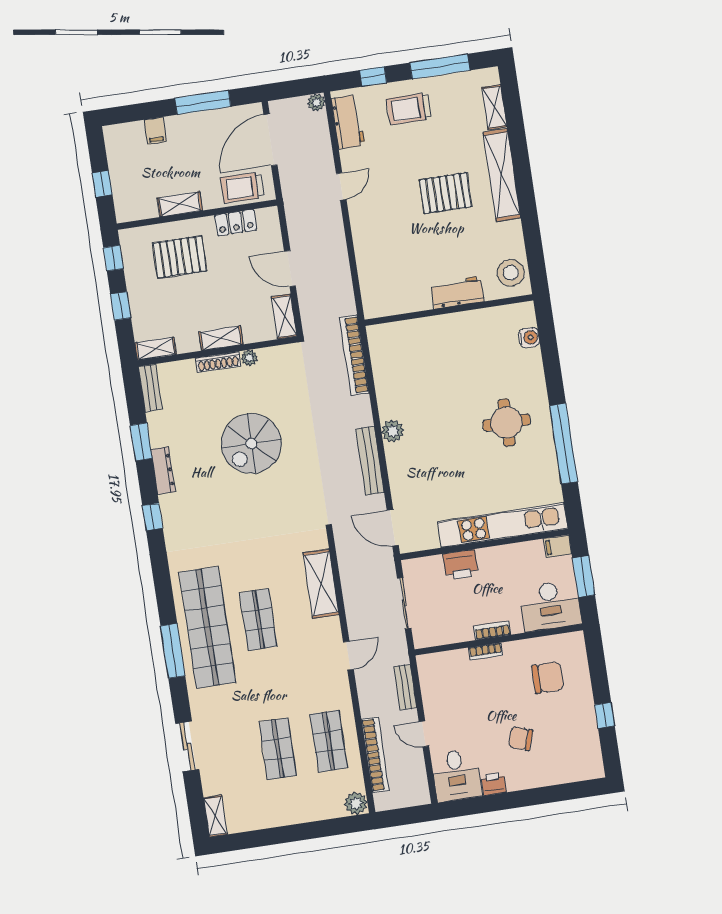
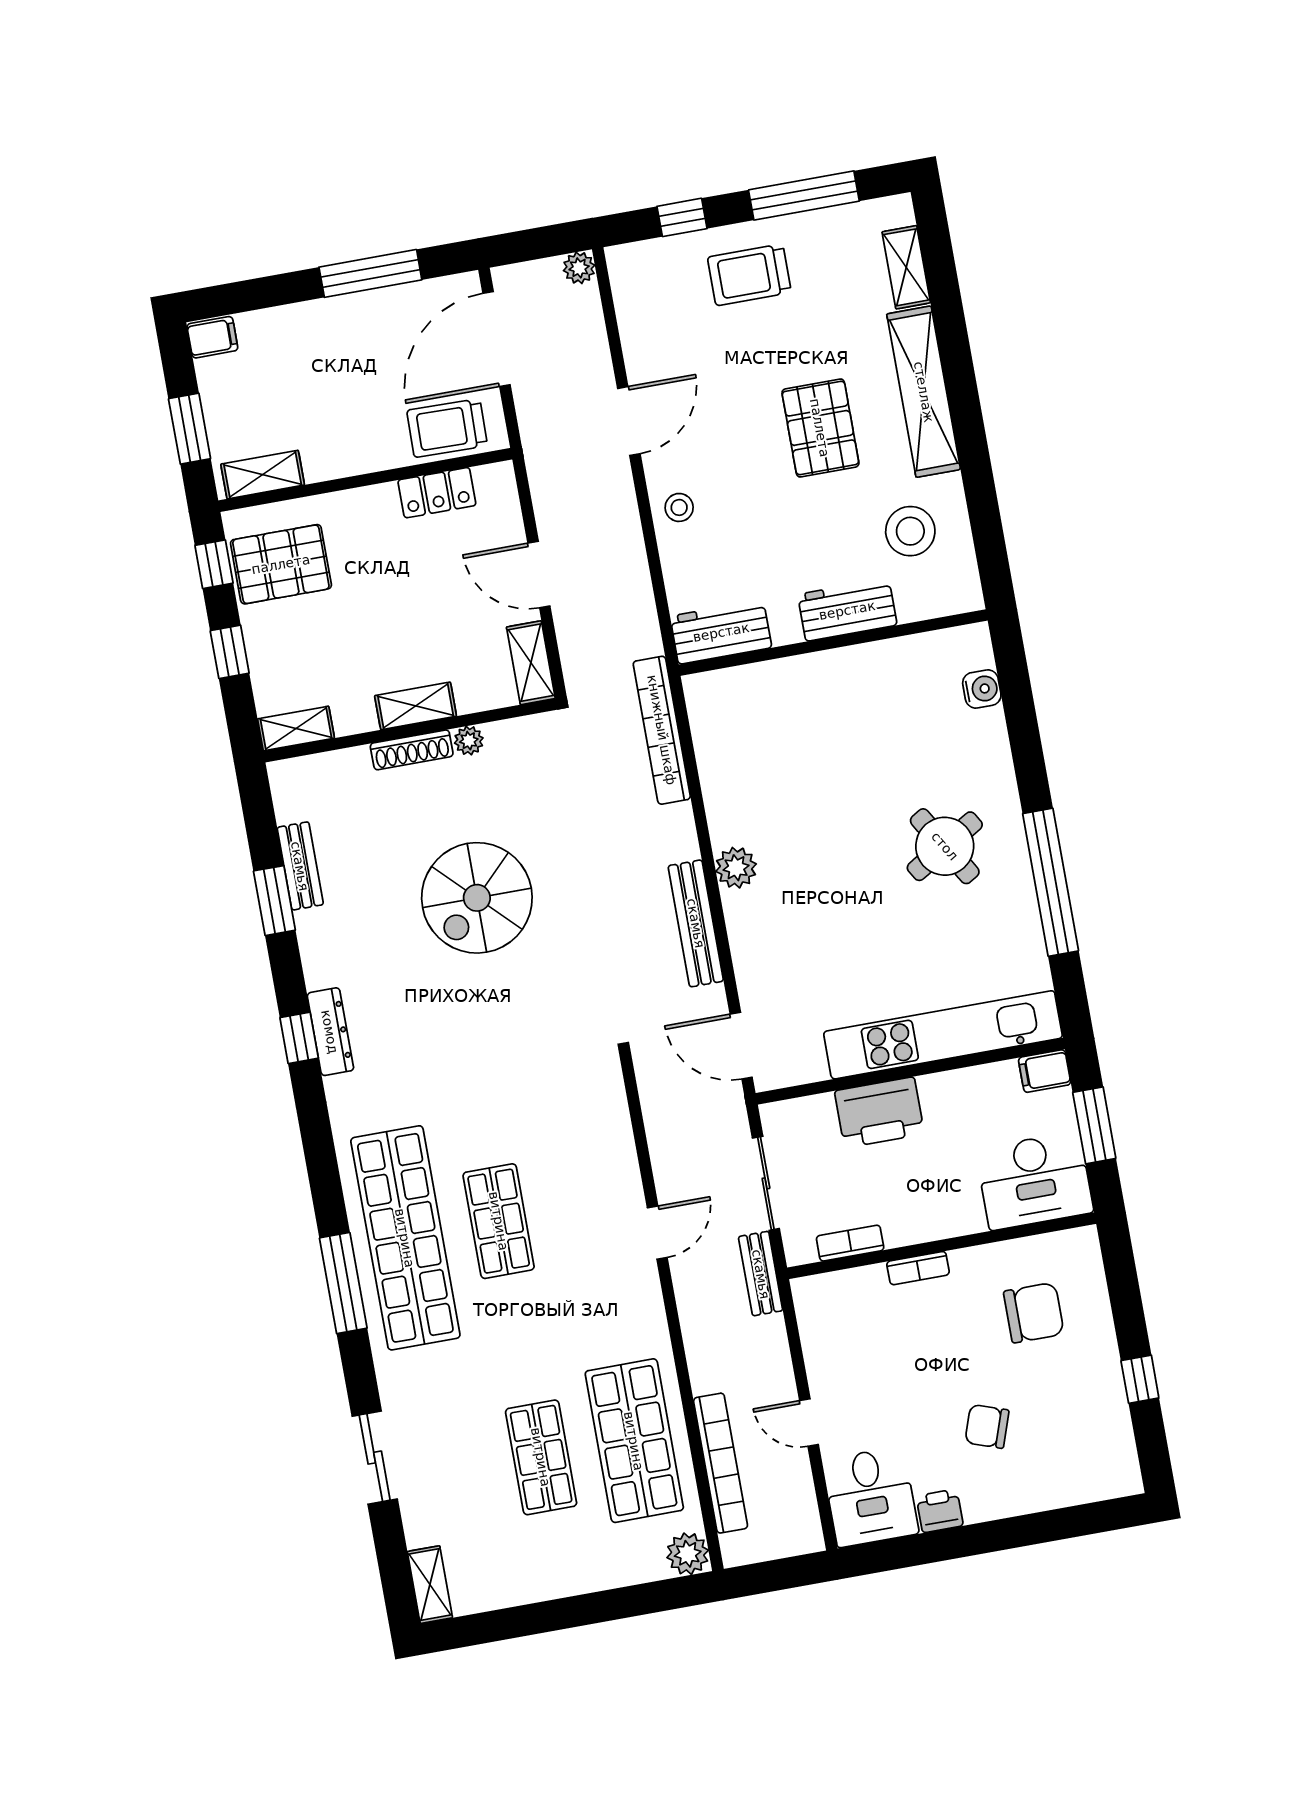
workbench: (348, 122) -> (721, 632), moved, turned -90
filing cabinet: (155, 131) -> (212, 337), moved, turned -90
window: (102, 184) -> (190, 429), width x1.50
door: (341, 186) -> (629, 421), width x1.38
pallet: (445, 193) -> (820, 428), turned 90
shelving: (180, 204) -> (263, 475), moved
stool: (367, 234) -> (679, 507), added
pallet: (180, 257) -> (281, 564), moved
stool: (511, 273) -> (910, 531), moved
bench: (150, 388) -> (300, 866), moved
round table: (507, 423) -> (945, 846), turned -31
dresser: (163, 470) -> (330, 1032), moved
printer: (461, 565) -> (879, 1112), width x1.37, depth x1.19
shelving: (321, 584) -> (612, 1152), removed
bookcase: (492, 630) -> (850, 1243), moved
door: (348, 656) -> (657, 1233), moved
bench: (405, 687) -> (761, 1274), moved
shop shelf: (329, 741) -> (634, 1441), width x1.43, depth x1.36

